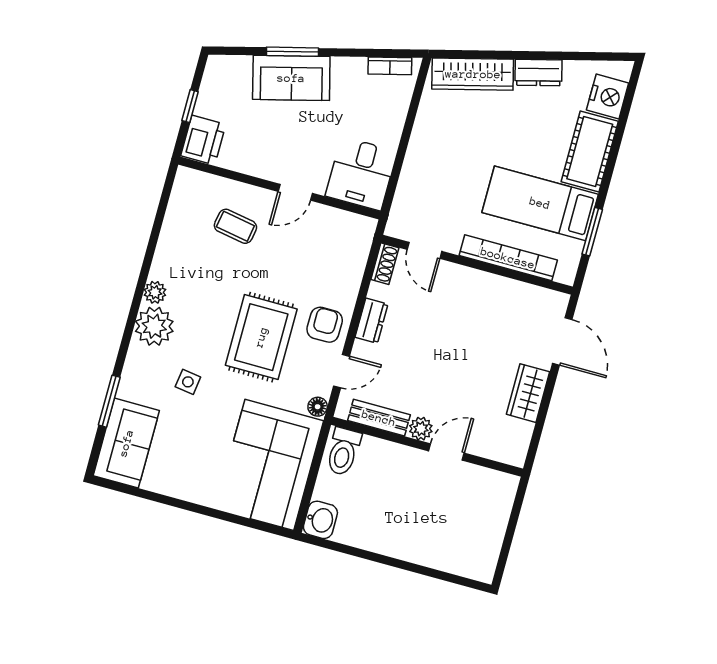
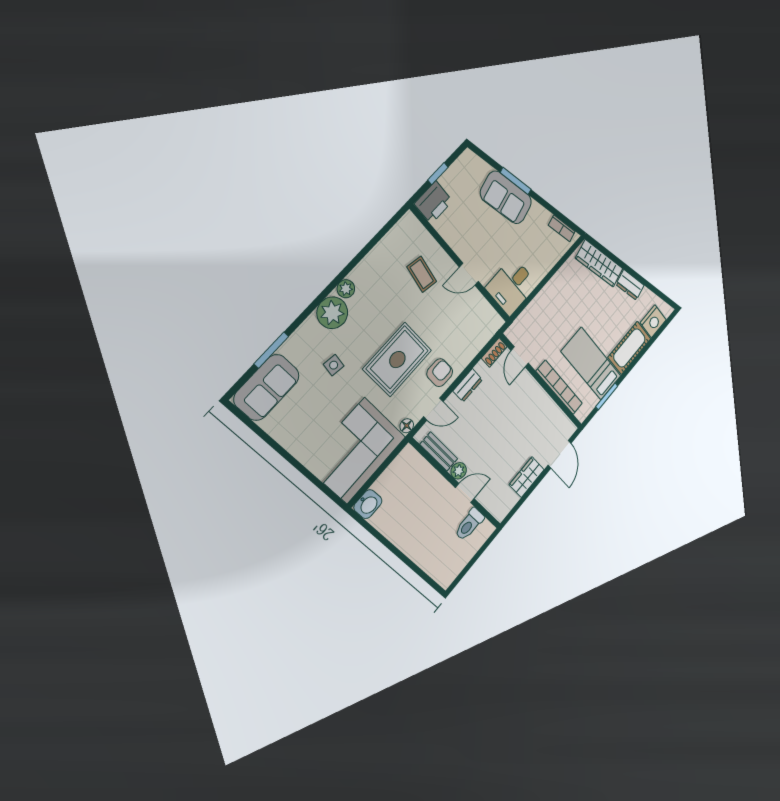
toilet: (343, 452) -> (469, 524), moved

